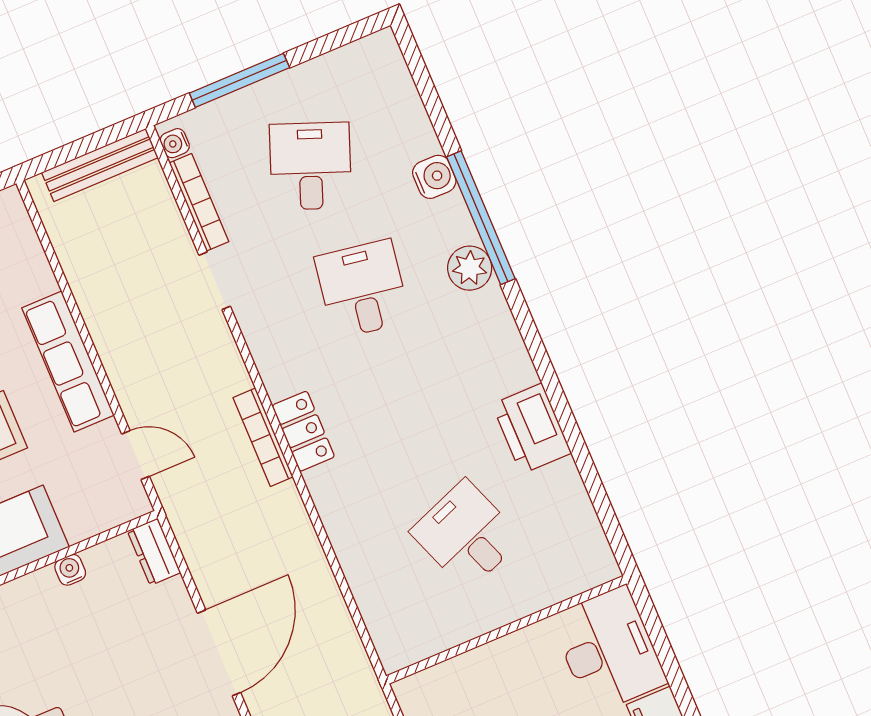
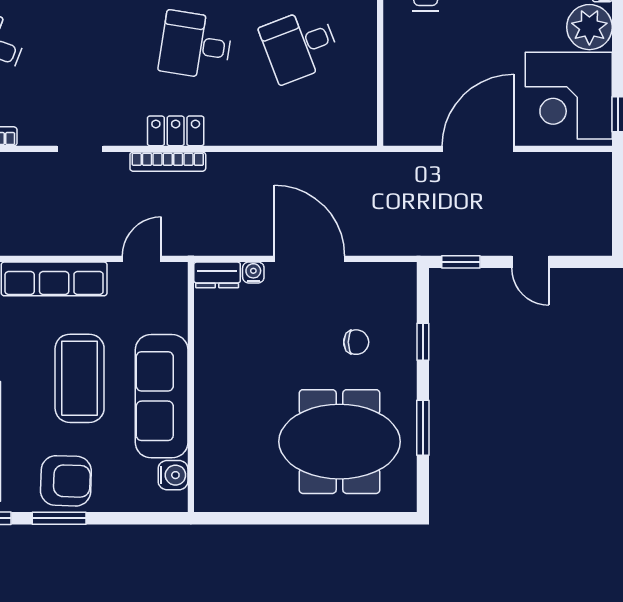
doorway: (215, 281) -> (80, 149), moved
desk: (362, 289) -> (196, 45), moved
water cooler: (70, 570) -> (253, 273), moved, turned 90

